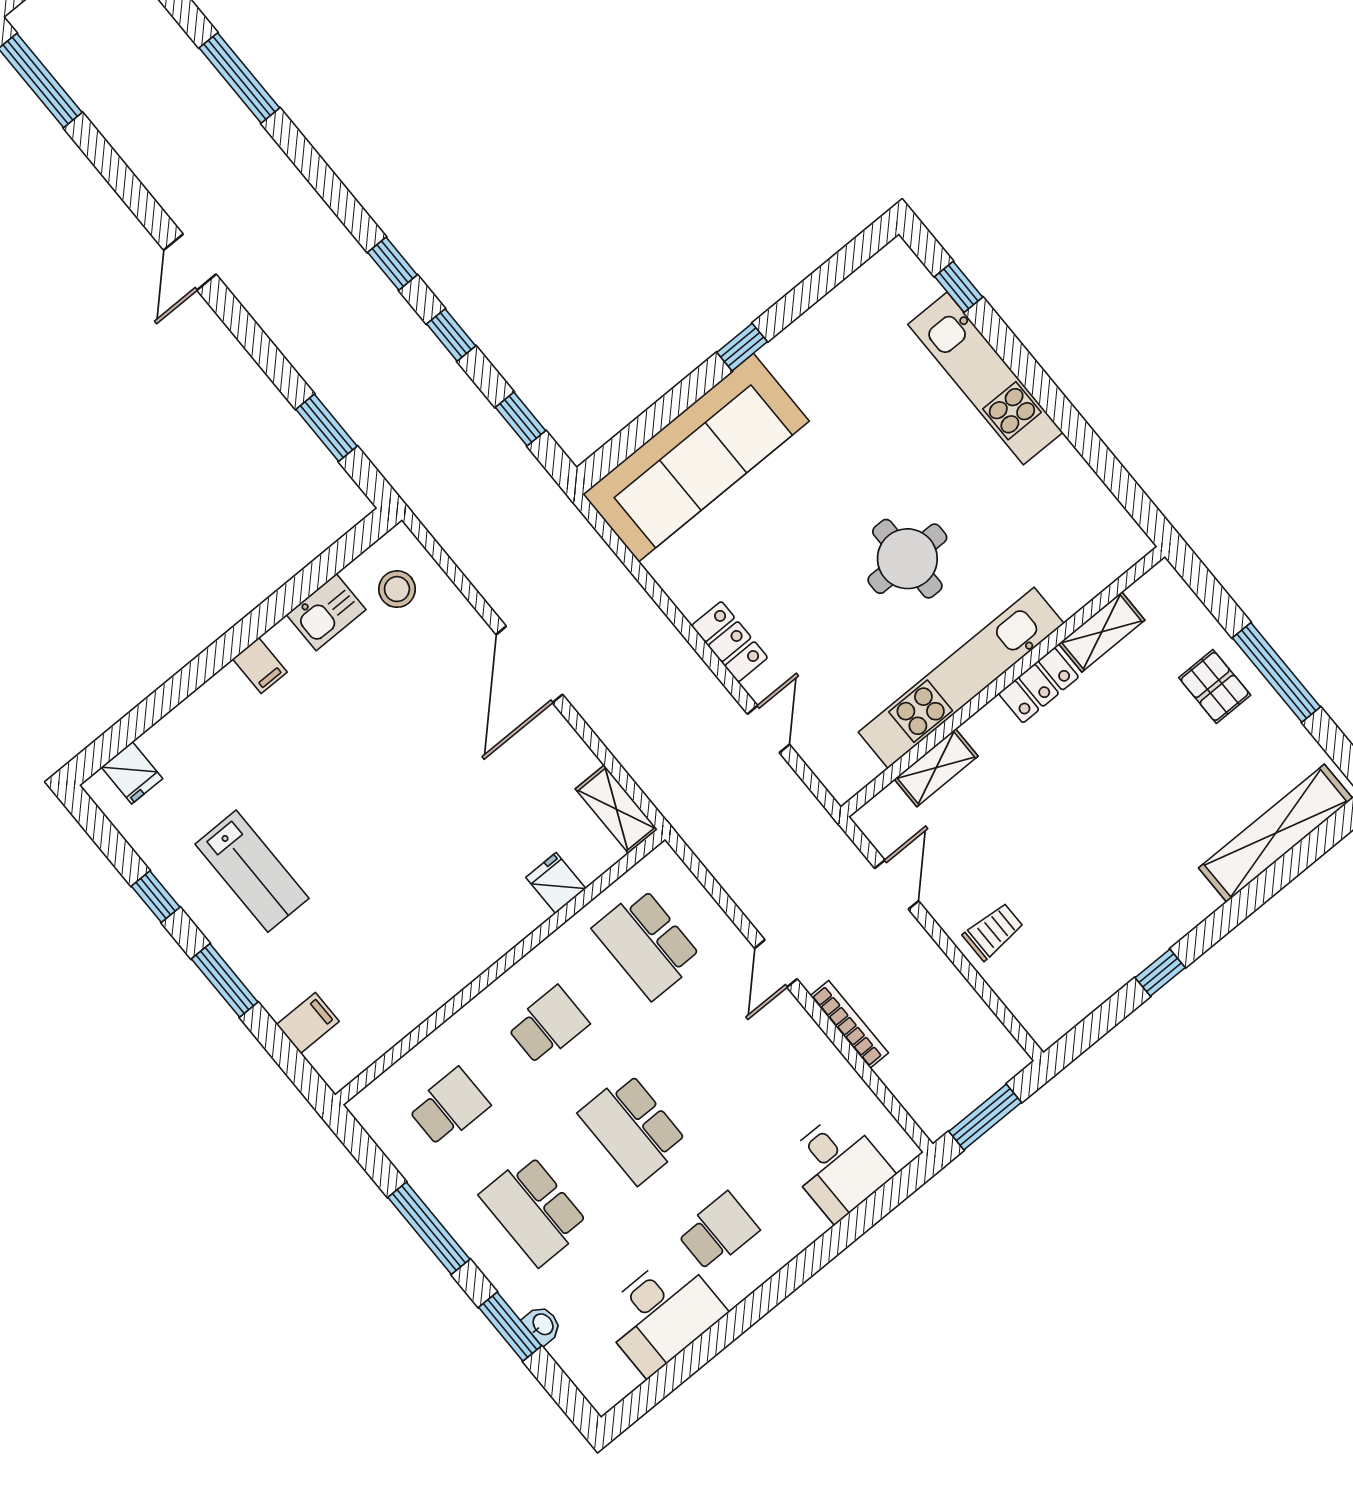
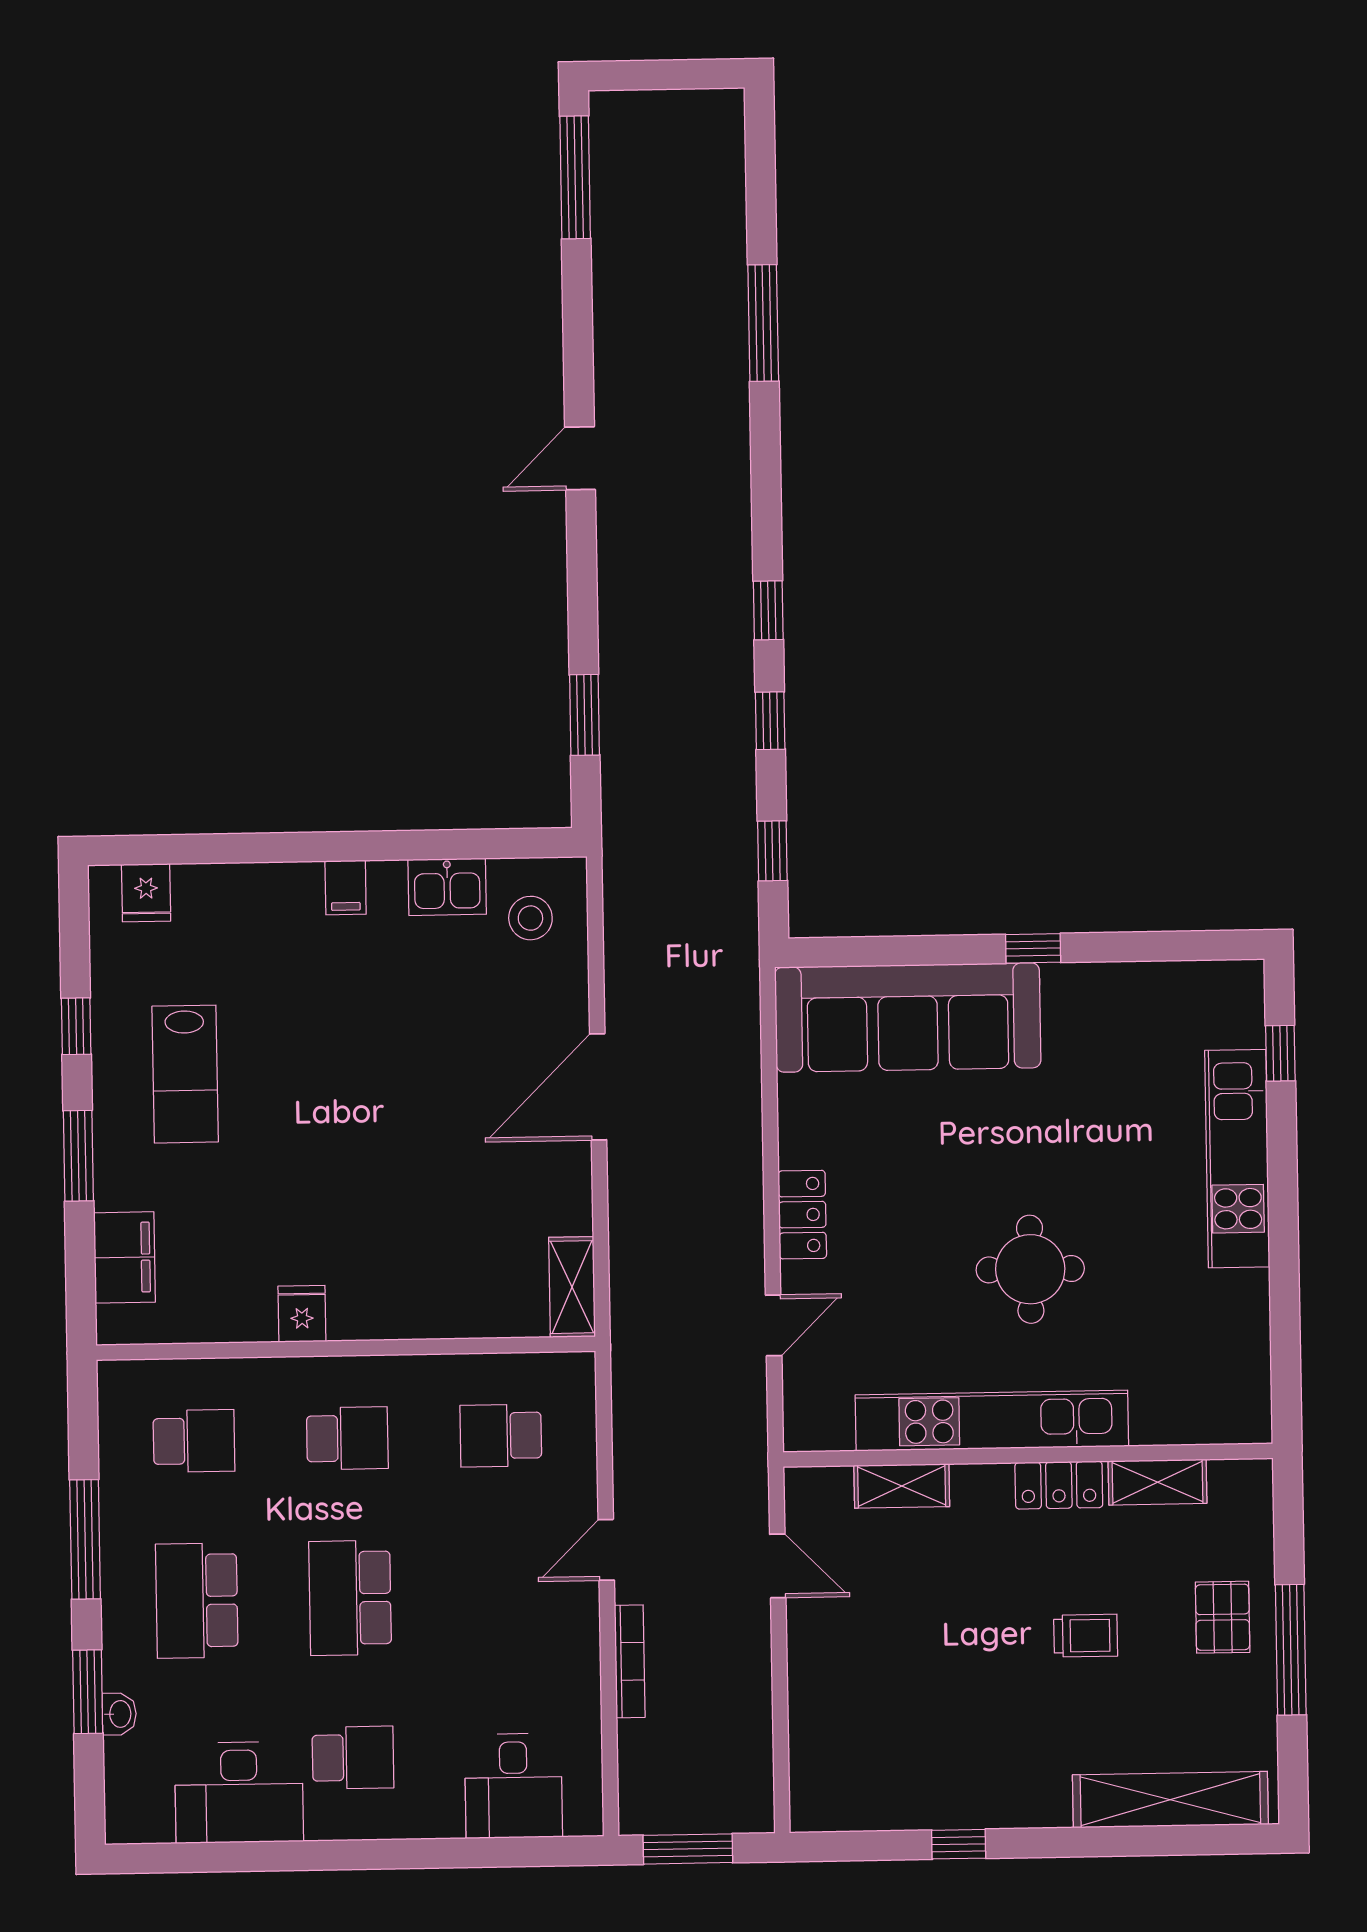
fridge: (556, 883) -> (302, 1314), moved
door: (897, 885) -> (778, 1566), hinge flipped
trolley: (993, 931) -> (1086, 1636), moved
school desk: (647, 944) -> (501, 1436), width x0.54
filing cabinet: (308, 1023) -> (125, 1257), width x2.00

